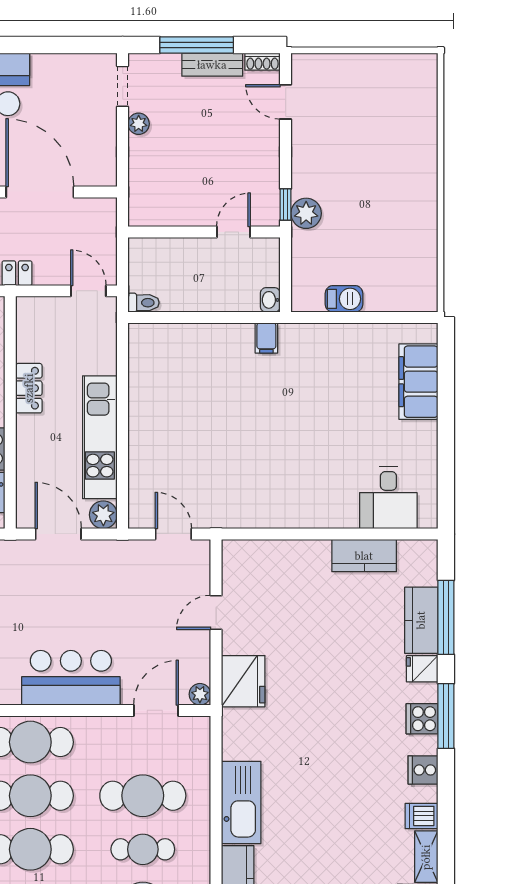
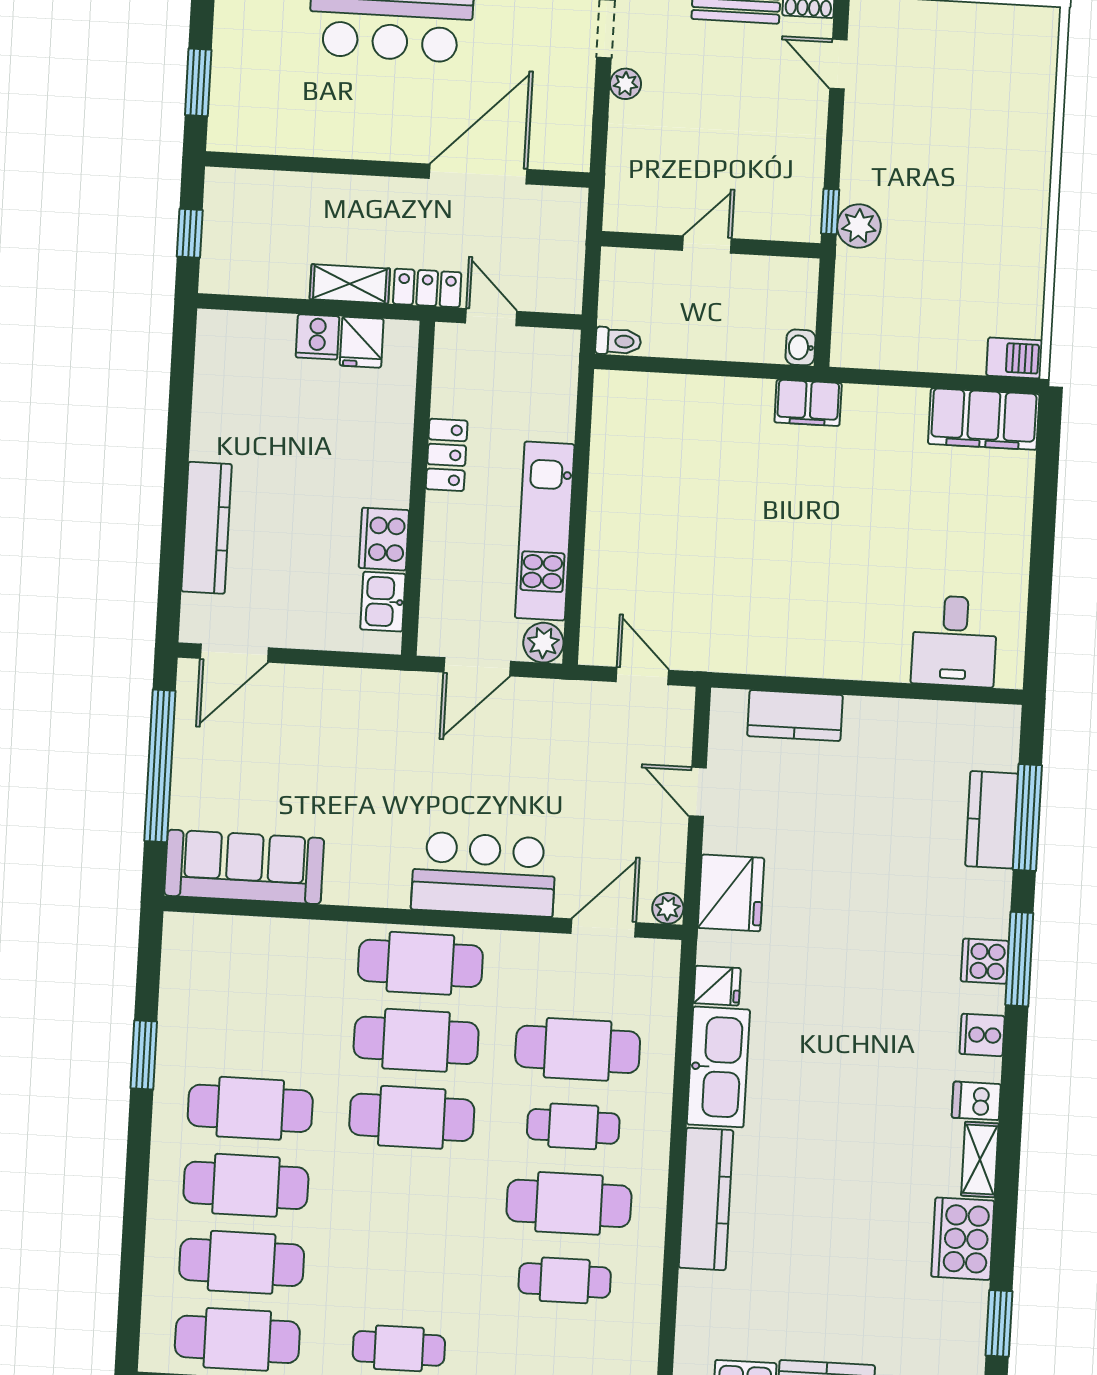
door: (40, 192) -> (478, 174), hinge flipped
door: (233, 232) -> (707, 244), moved
door: (88, 291) -> (491, 317), moved
barbecue: (344, 299) -> (1014, 358), moved
filing cabinet: (266, 338) -> (808, 403), width x2.00
filing cabinet: (418, 382) -> (984, 419), moved, turned -90
door: (58, 534) -> (477, 667), swing flipped
kitchen counter: (364, 556) -> (795, 716), moved
door: (216, 612) -> (698, 792), hinge flipped
fridge: (422, 669) -> (717, 986), moved, turned 180

